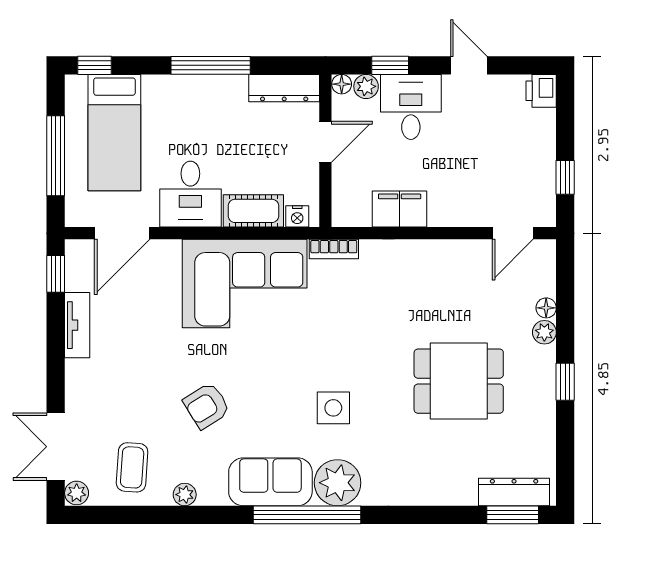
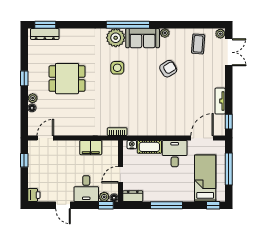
window: (390, 65) -> (106, 205), moved
dresser: (284, 88) -> (133, 196), width x0.70
corner sofa: (245, 284) -> (153, 118), removed
plant: (185, 495) -> (165, 33), moved

